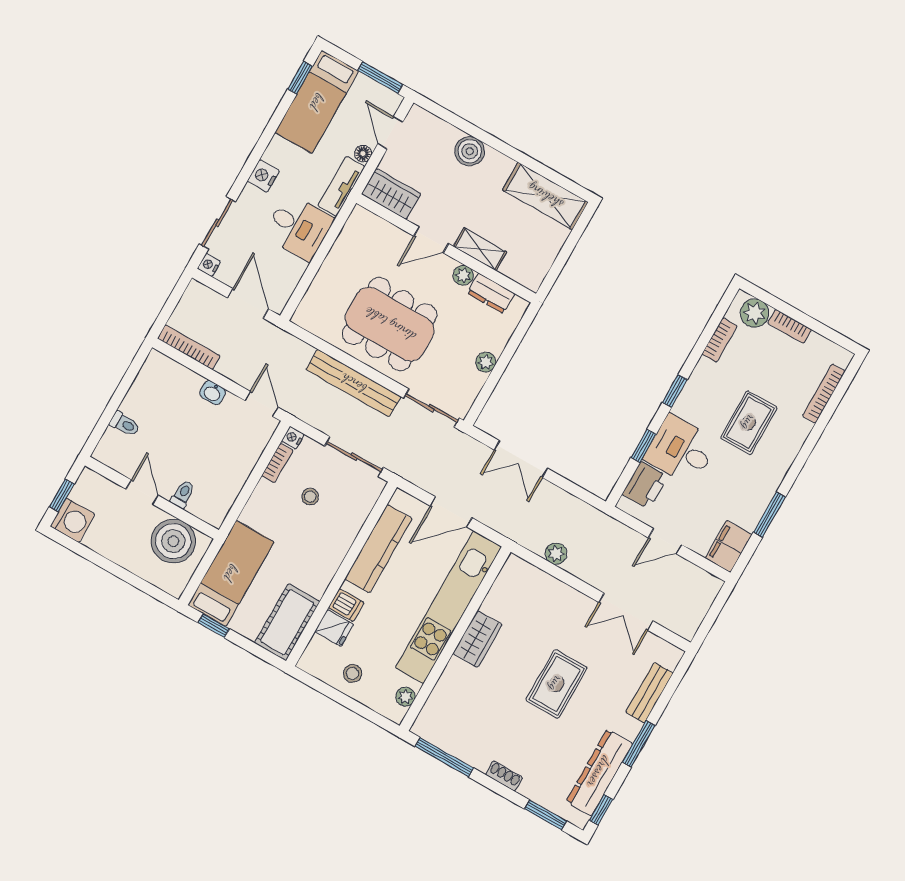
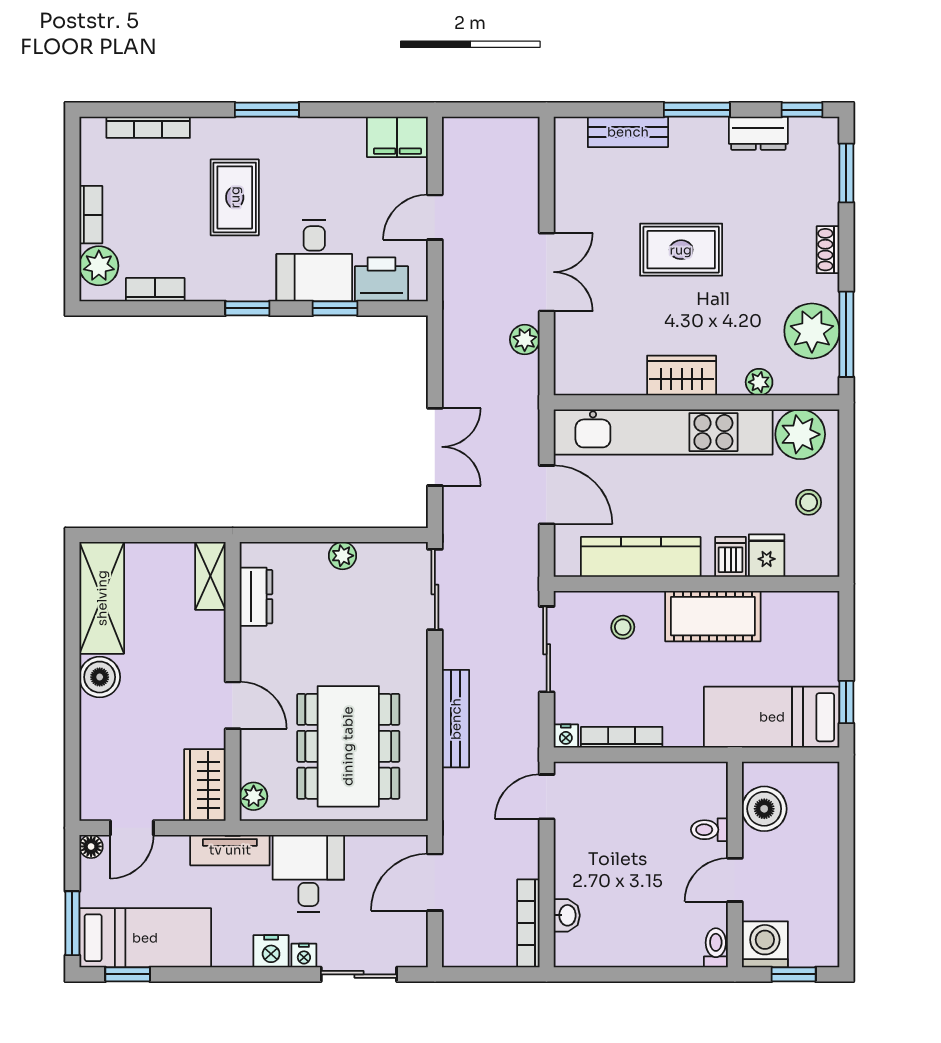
window: (380, 77) -> (72, 923), moved
boiler: (470, 151) -> (100, 677), moved
floor lamp: (363, 154) -> (91, 846), moved
shelving: (480, 249) -> (210, 576), moved
nightstand: (209, 265) -> (304, 956), moved
plant: (463, 275) -> (254, 796), moved
dining table: (390, 324) -> (348, 746), moved
bench: (353, 383) -> (456, 719), width x0.73, depth x0.82
washbasin: (213, 393) -> (567, 915), moved
rug: (749, 423) -> (235, 197), turned 90
toilet: (125, 424) -> (716, 948), moved
bookcase: (277, 463) -> (622, 737), width x1.56
stool: (310, 497) -> (623, 627), moved
window: (769, 515) -> (267, 110), moved
washing machine: (73, 520) -> (765, 944), moved
boiler: (173, 541) -> (764, 809), width x0.73, depth x0.73
door: (665, 541) -> (435, 217), swing flipped
double door: (626, 612) -> (547, 272), moved
cot: (287, 622) -> (713, 616), moved
plant: (446, 685) -> (759, 382), added
plant: (405, 697) -> (800, 434), width x1.88, depth x1.88
plant: (459, 737) -> (812, 331), added
dresser: (599, 772) -> (758, 133), width x0.51, depth x0.80

